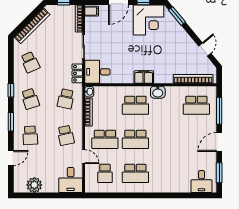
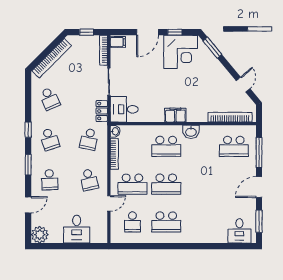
door: (84, 157) -> (109, 203), hinge flipped
desk: (71, 180) -> (77, 229), moved
plant: (34, 185) -> (40, 235), moved

